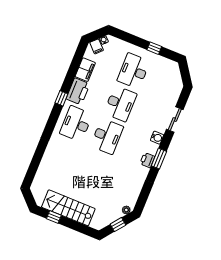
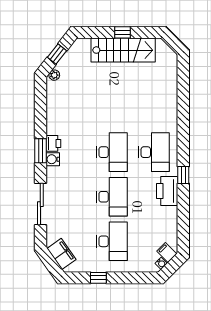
filing cabinet: (85, 70) -> (62, 254), moved, turned 145
desk: (120, 104) -> (112, 197), turned 180
sliding door: (175, 120) -> (40, 204), width x1.37
desk: (107, 136) -> (112, 152), turned 180
water cooler: (157, 138) -> (53, 159), moved
window: (54, 217) -> (123, 32), moved

